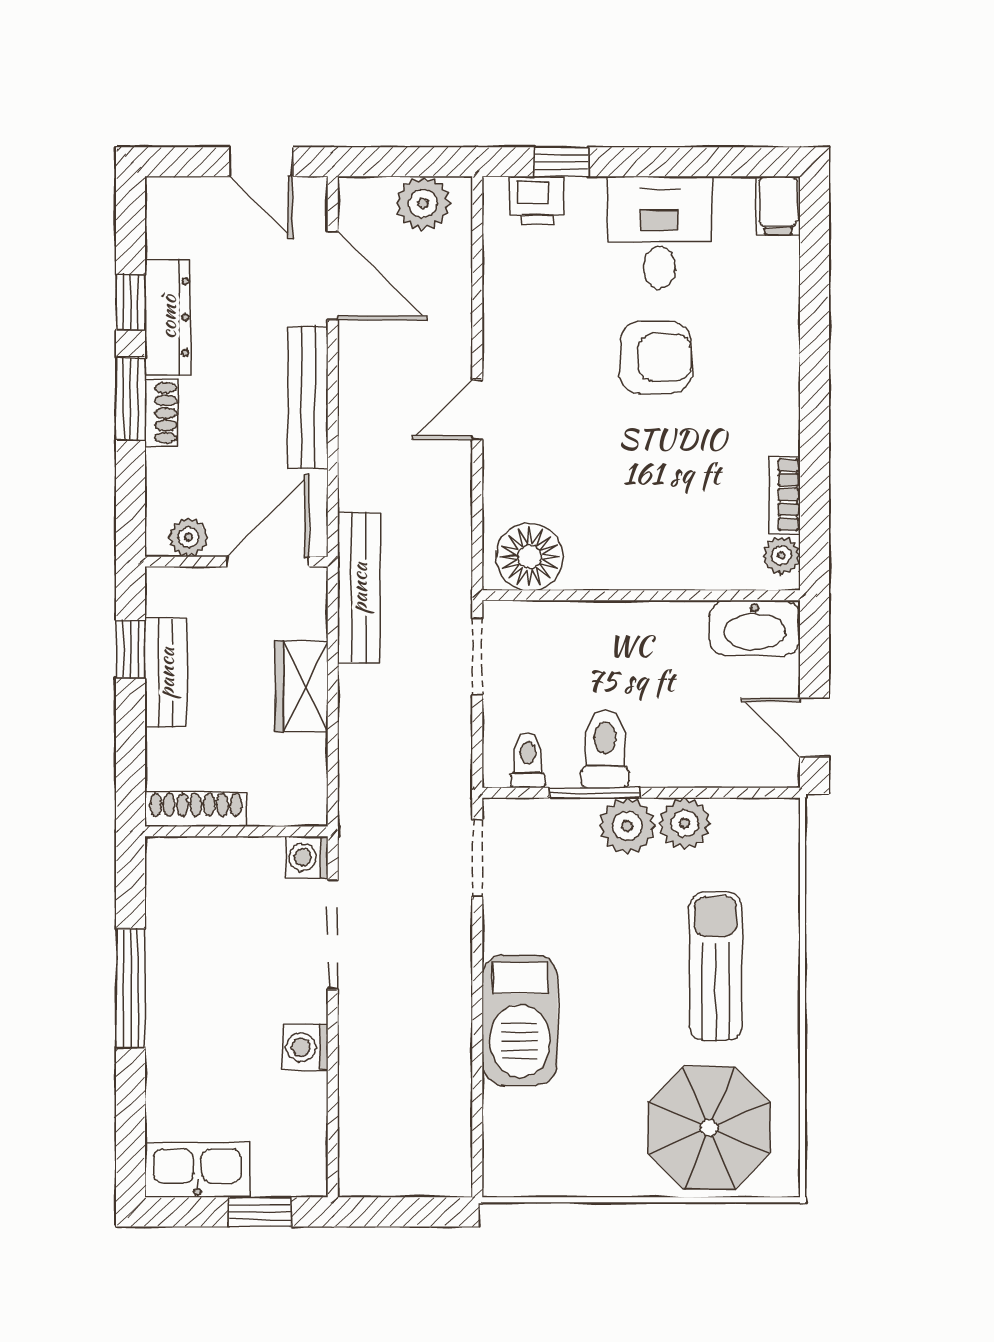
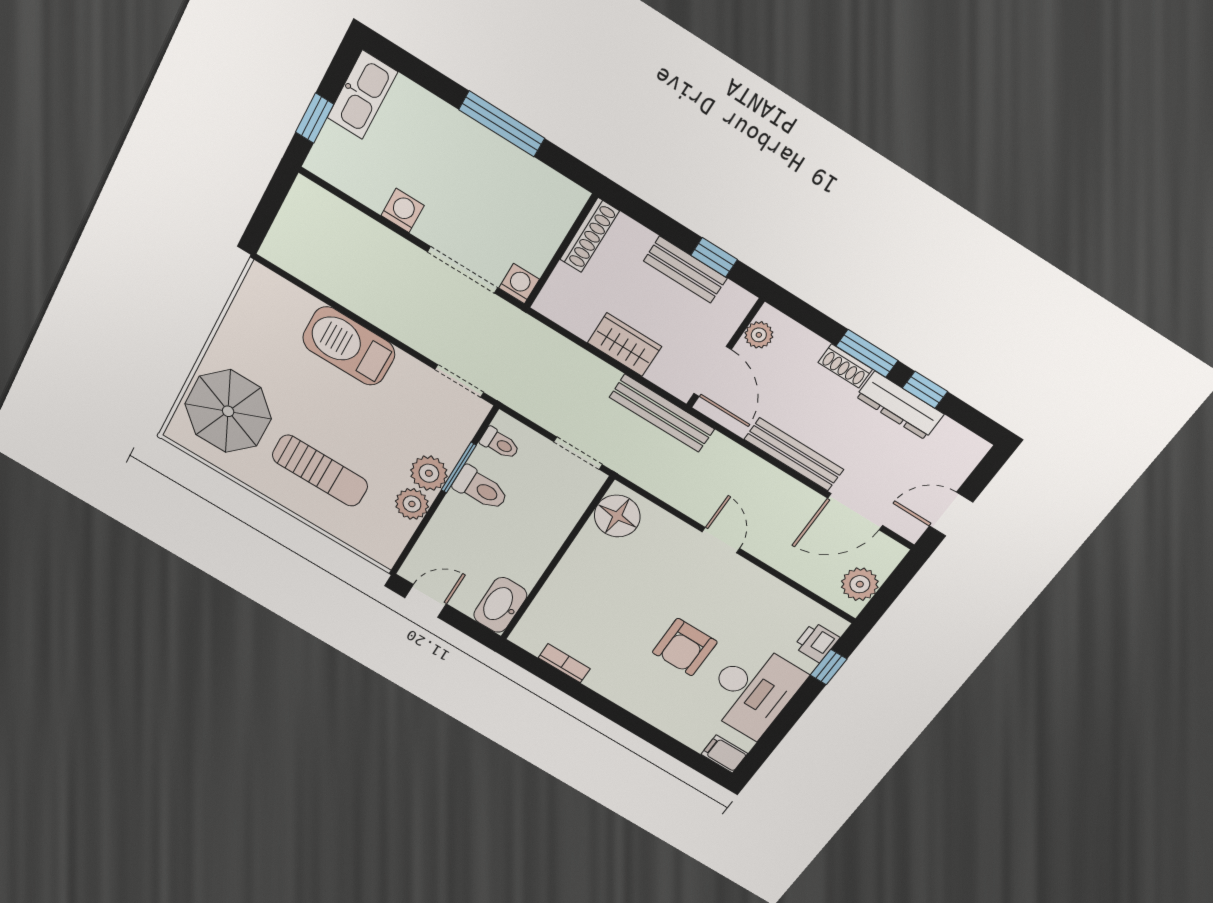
desk: (659, 233) -> (752, 690), width x1.37
plant: (781, 555) -> (532, 642), removed

